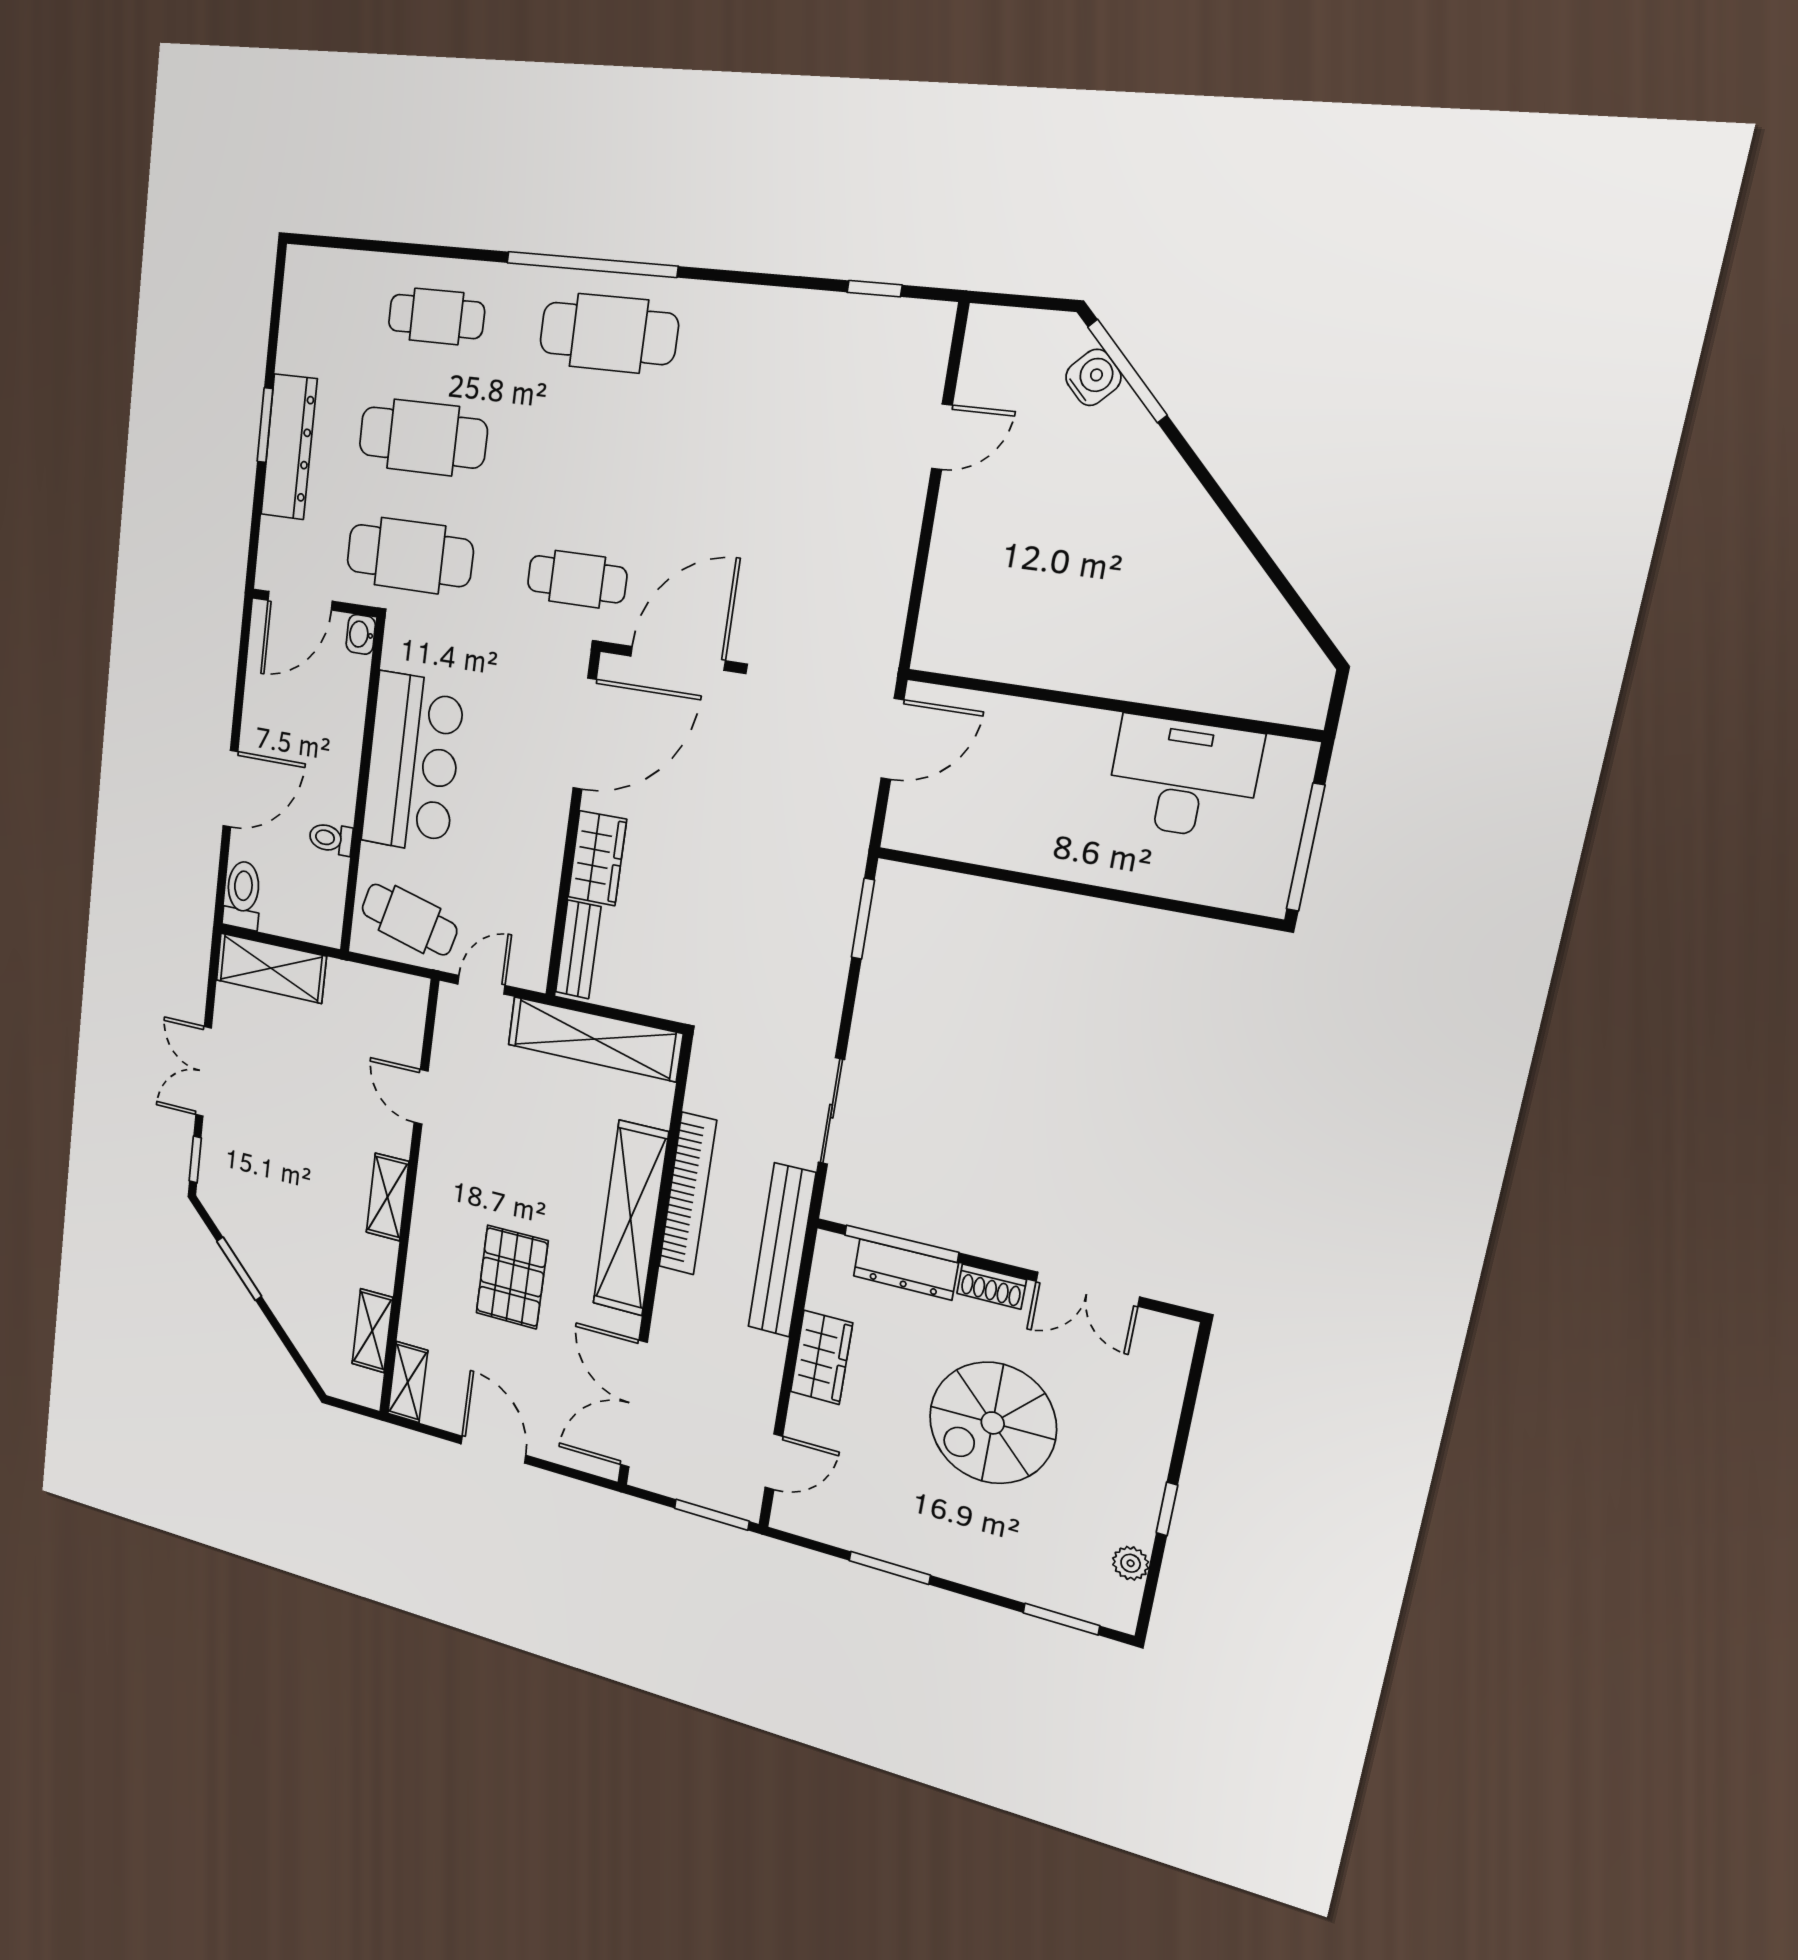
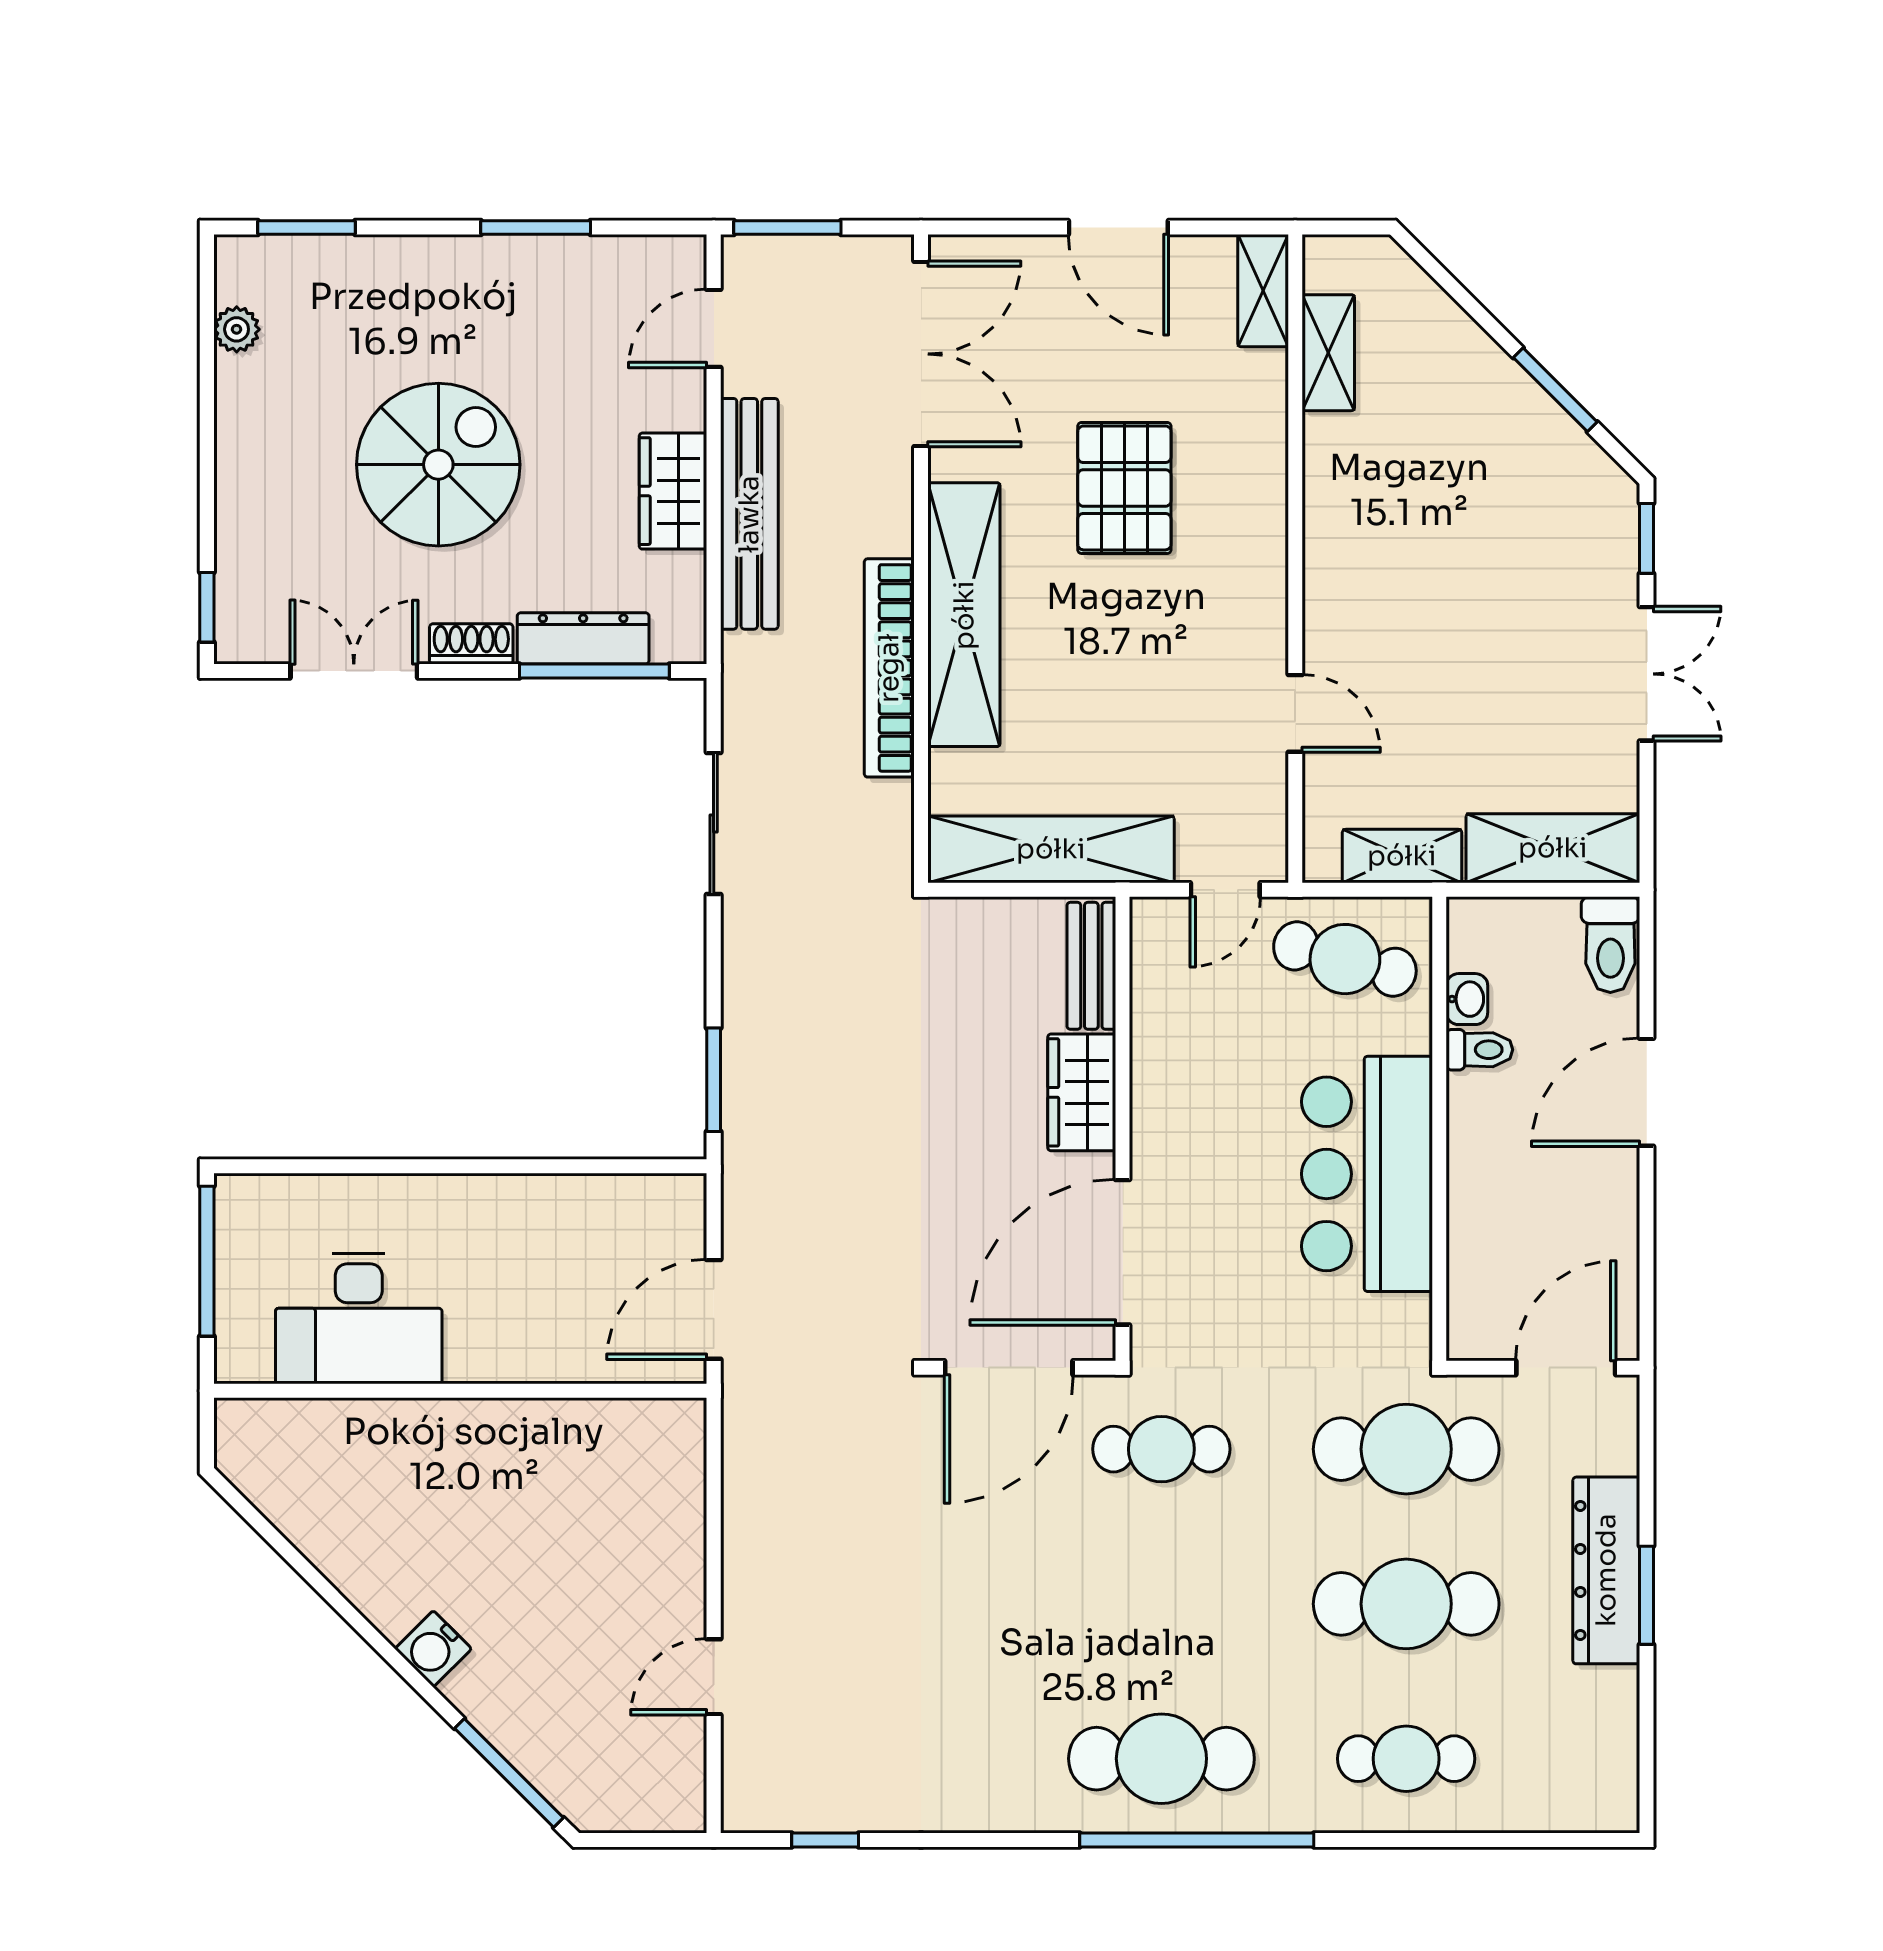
water cooler: (1093, 377) -> (433, 1649), moved
washbasin: (361, 634) -> (1467, 999), moved
shelving: (387, 1197) -> (1402, 856), moved, turned 90
bench: (782, 1250) -> (749, 514), moved
window: (1167, 1509) -> (207, 607), moved

